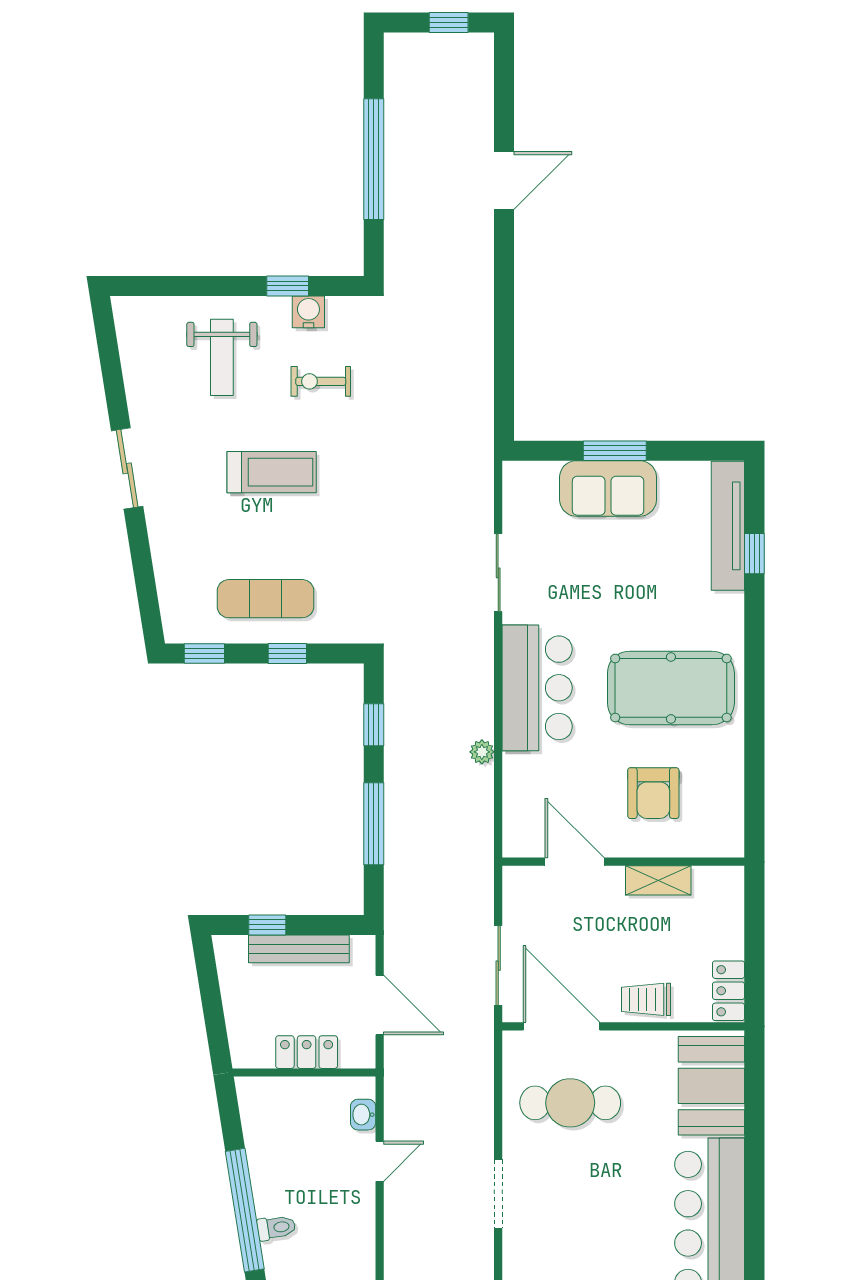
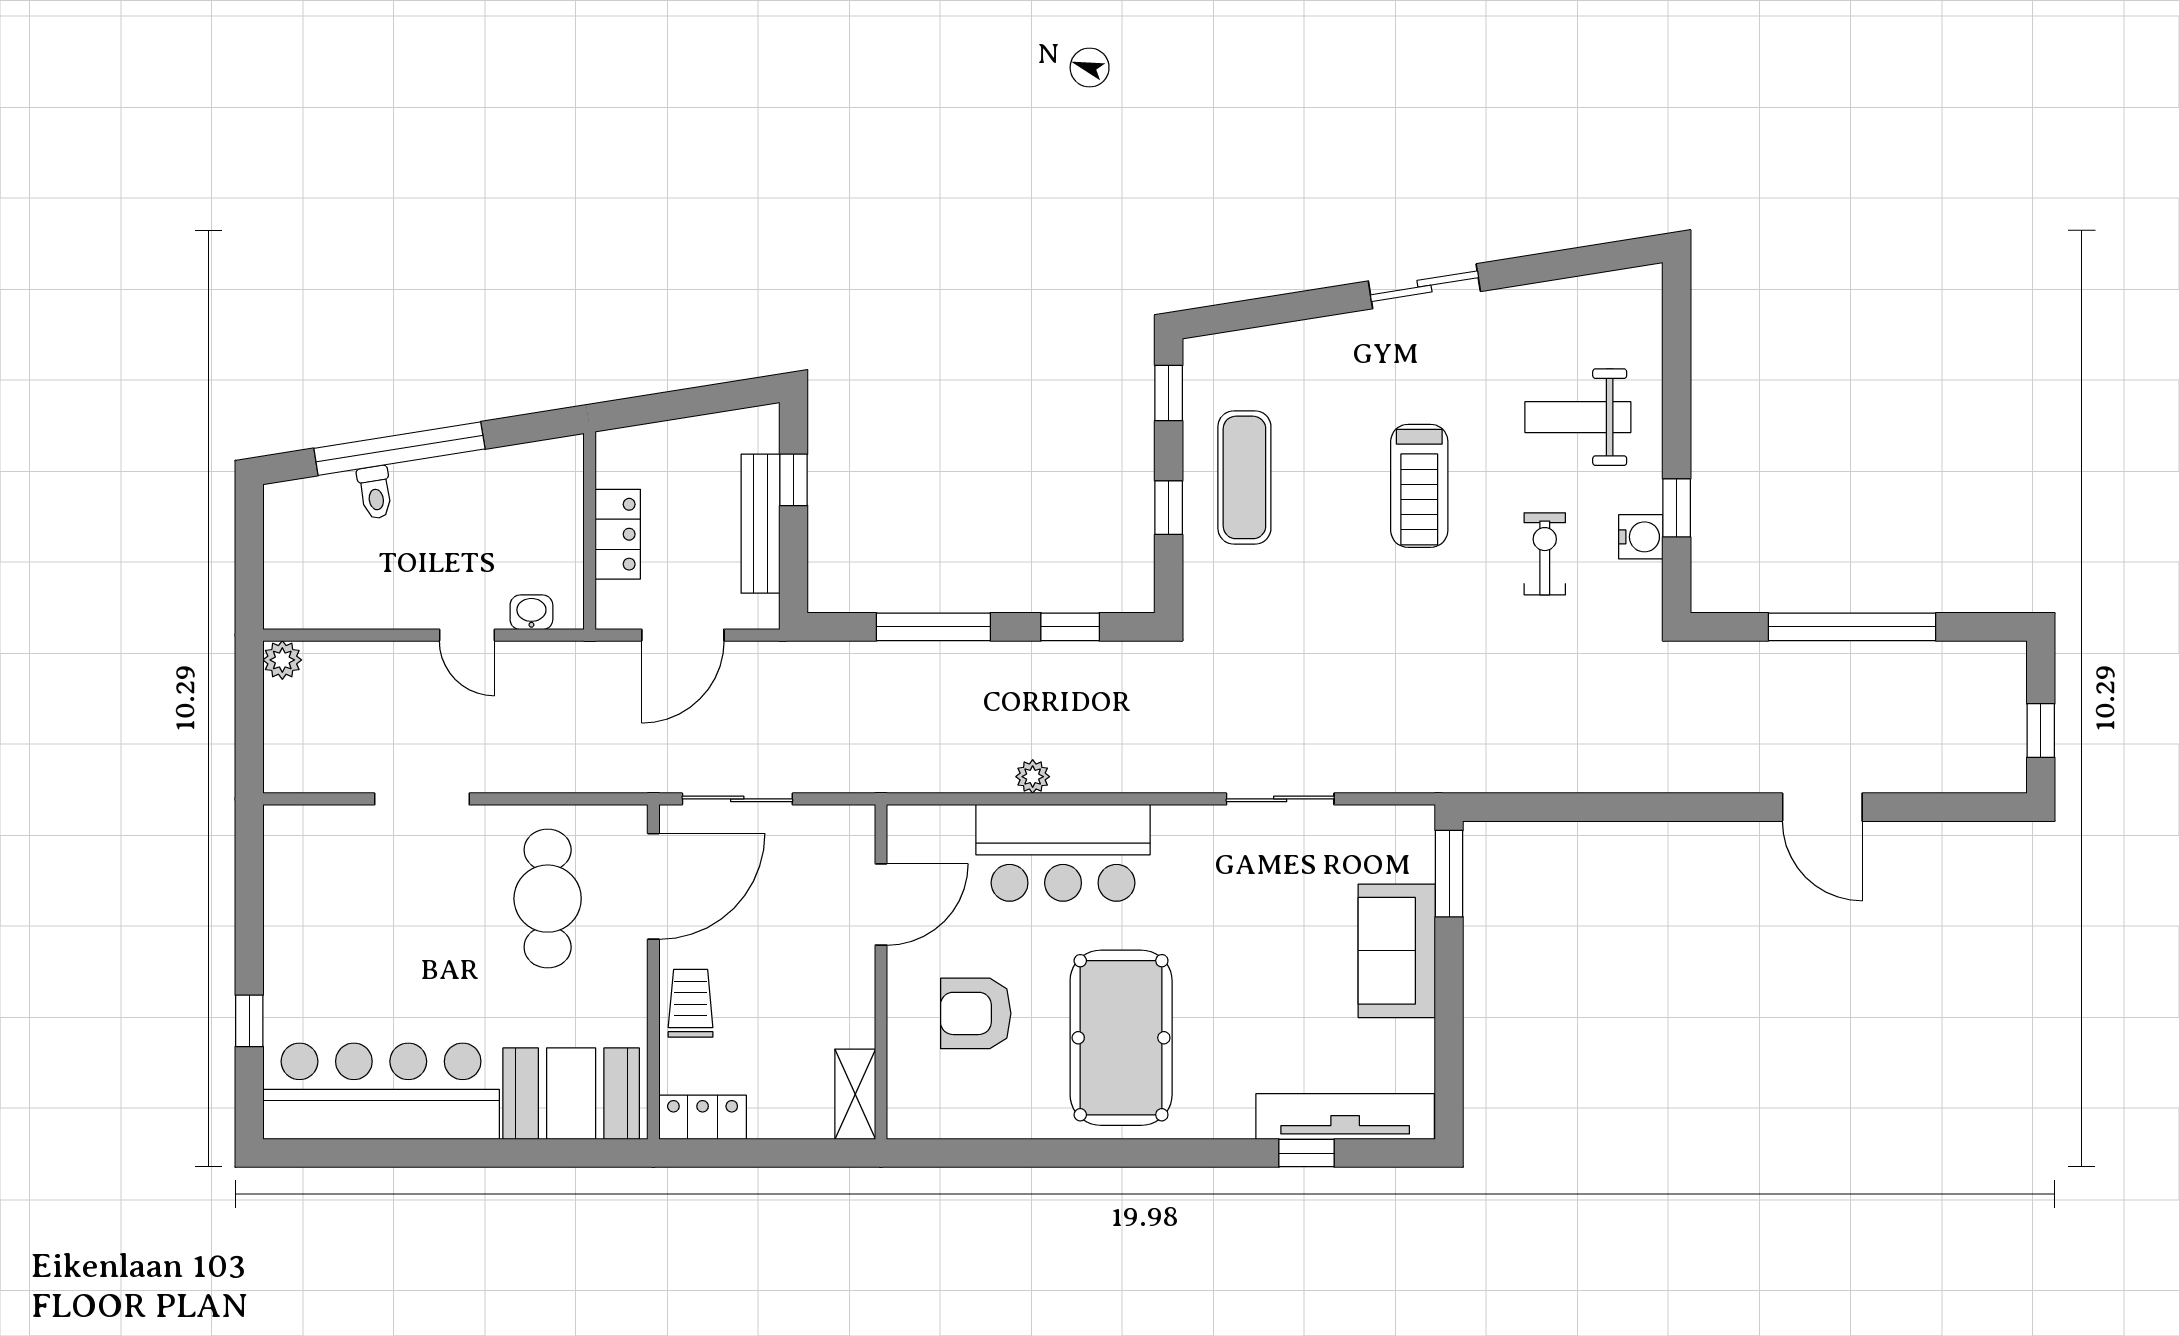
window: (615, 451) -> (1449, 874), moved
bar counter: (537, 688) -> (1063, 853), moved
shelving: (658, 880) -> (855, 1094), moved

